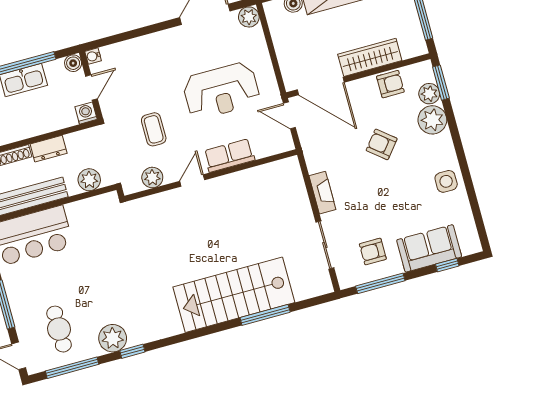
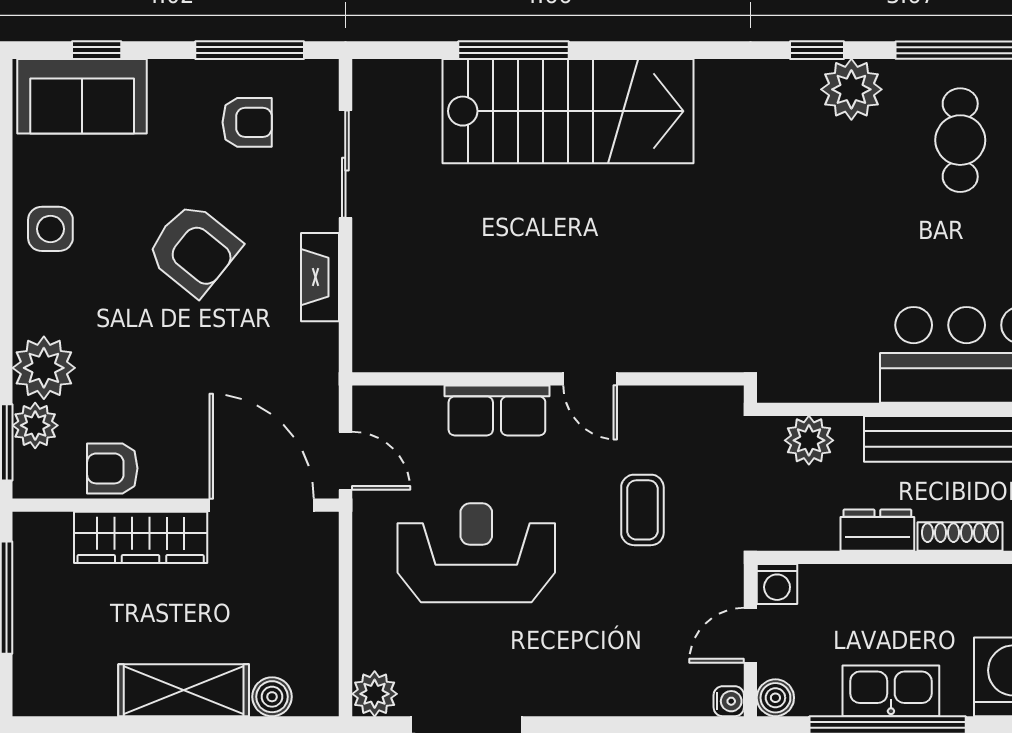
armchair: (382, 144) -> (194, 249), moved, width x1.38, depth x1.38
plant: (152, 177) -> (673, 408), removed
door: (192, 180) -> (590, 379), hinge flipped
sofa: (429, 248) -> (82, 96), moved

